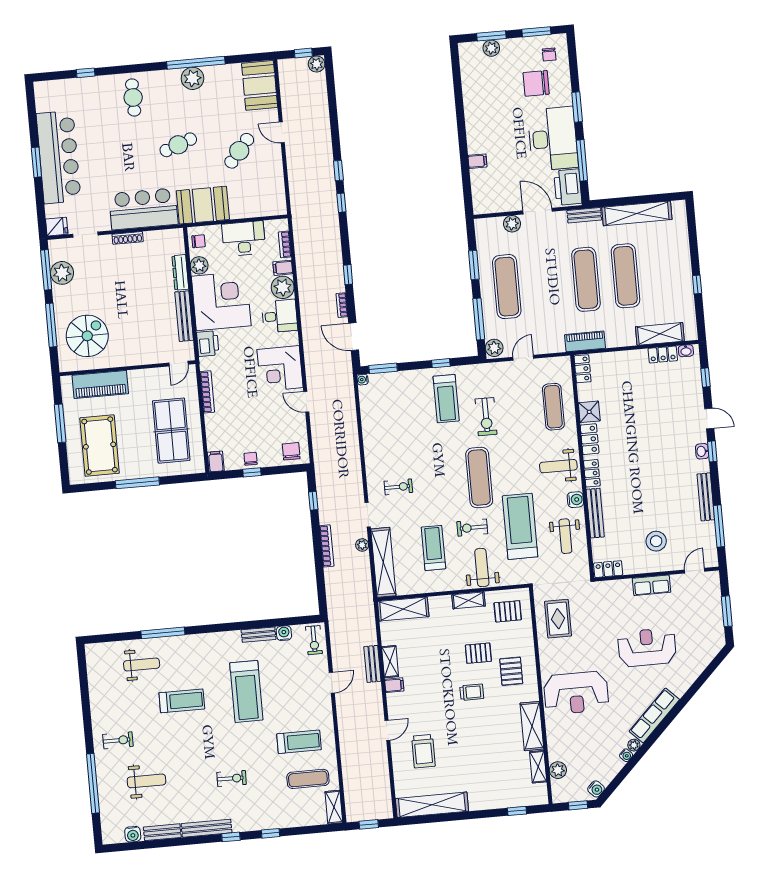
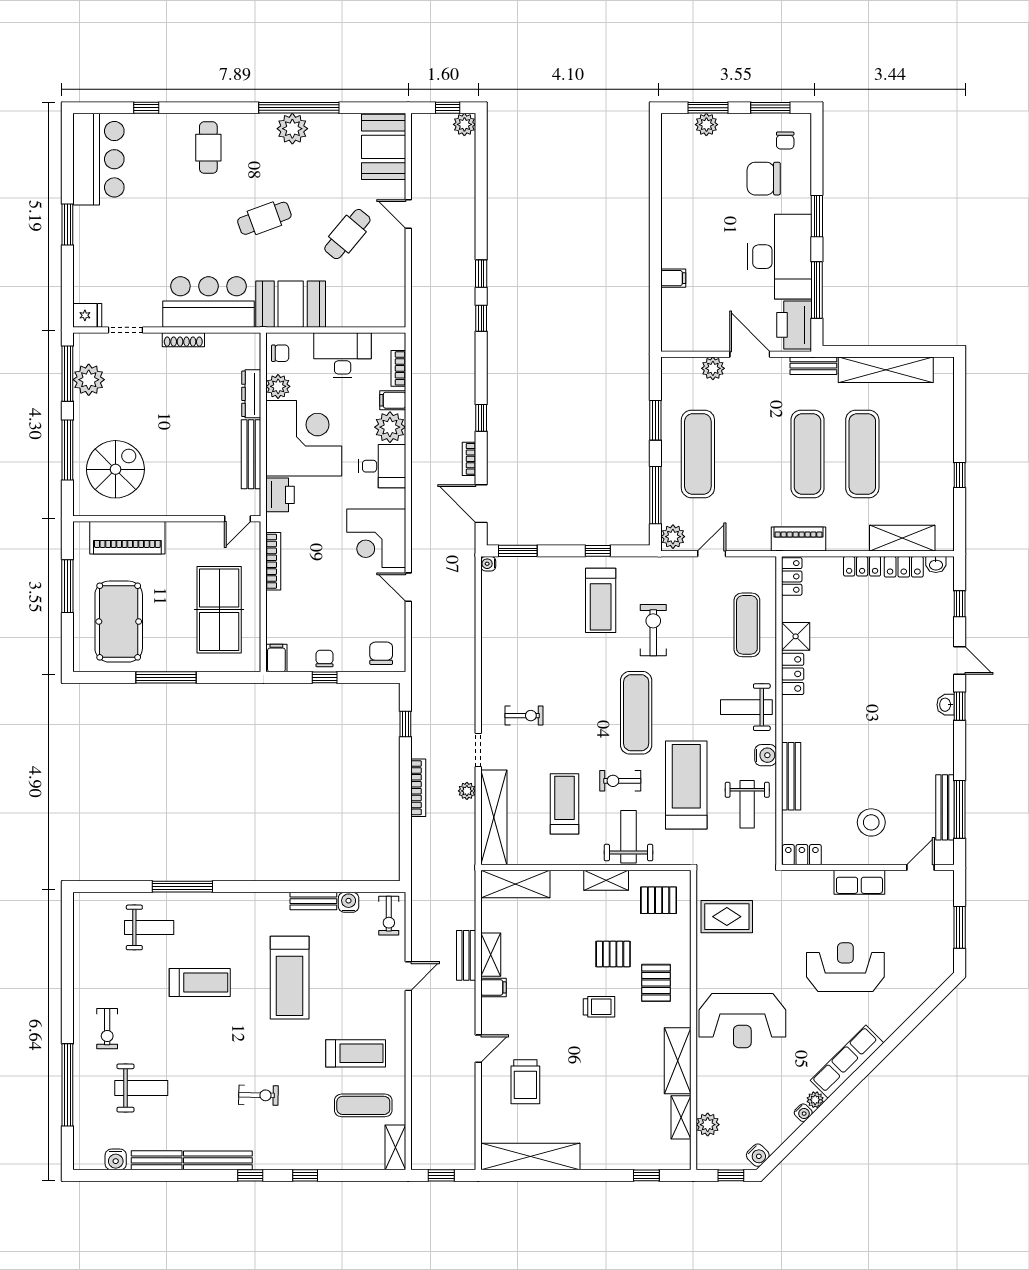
bar counter: (59, 157) -> (98, 159), moved, width x0.73
exercise bike: (486, 417) -> (653, 630), turned 180
locker: (592, 473) -> (862, 566), moved, turned 90
bench: (706, 497) -> (945, 807), moved
rug: (558, 619) -> (727, 917), turned 90
exercise bike: (118, 740) -> (107, 1029), turned 90

